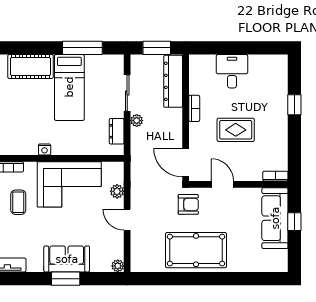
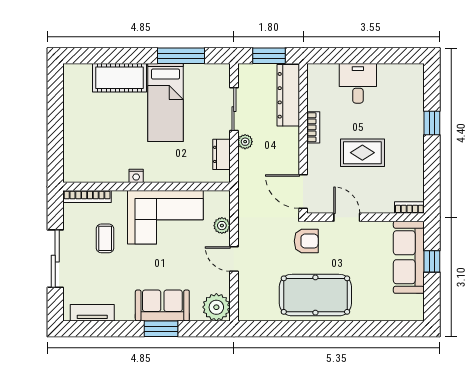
plant: (118, 266) -> (216, 307), width x1.87, depth x1.87

